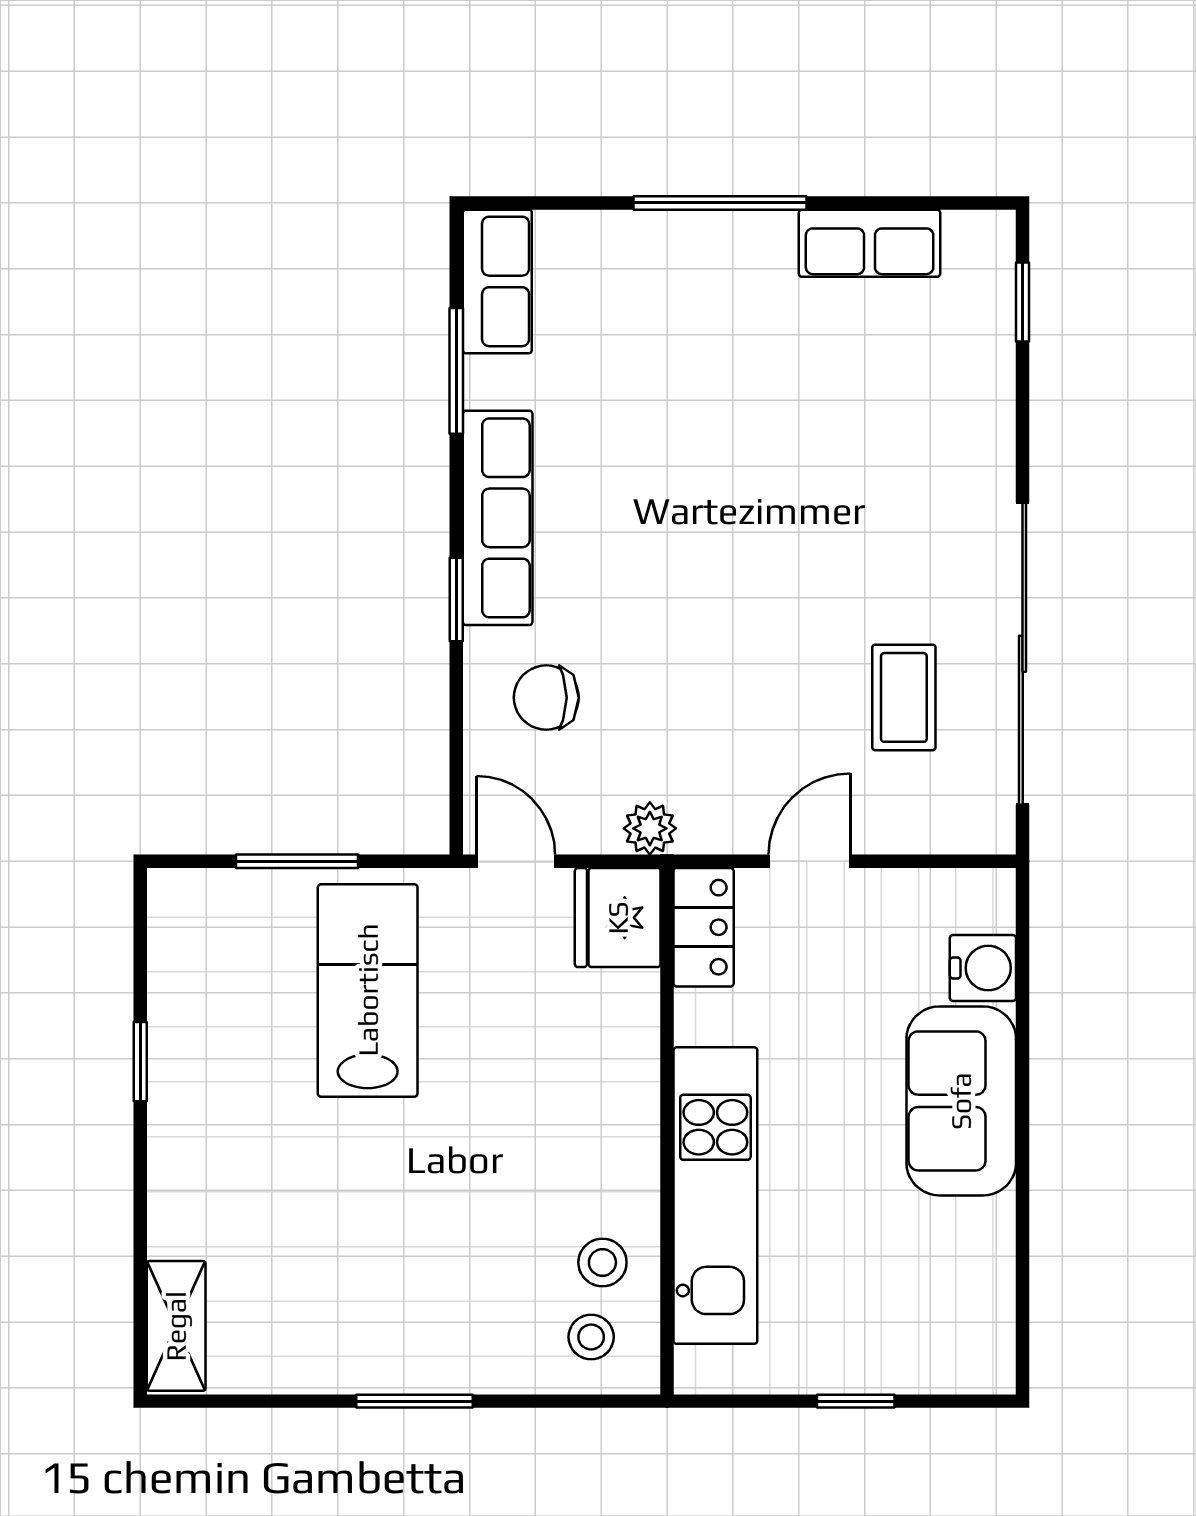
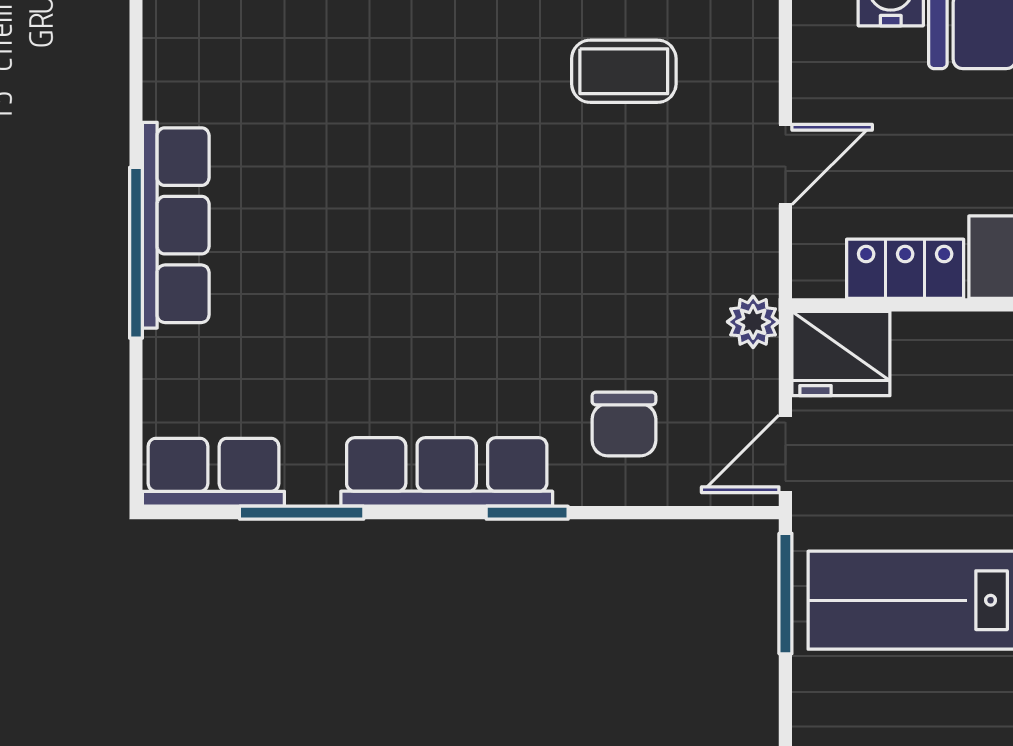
row of seats: (870, 243) -> (176, 225), moved, width x1.48
window: (297, 861) -> (785, 594), moved
door: (809, 861) -> (785, 164), swing flipped
locker: (704, 927) -> (905, 269), moved

